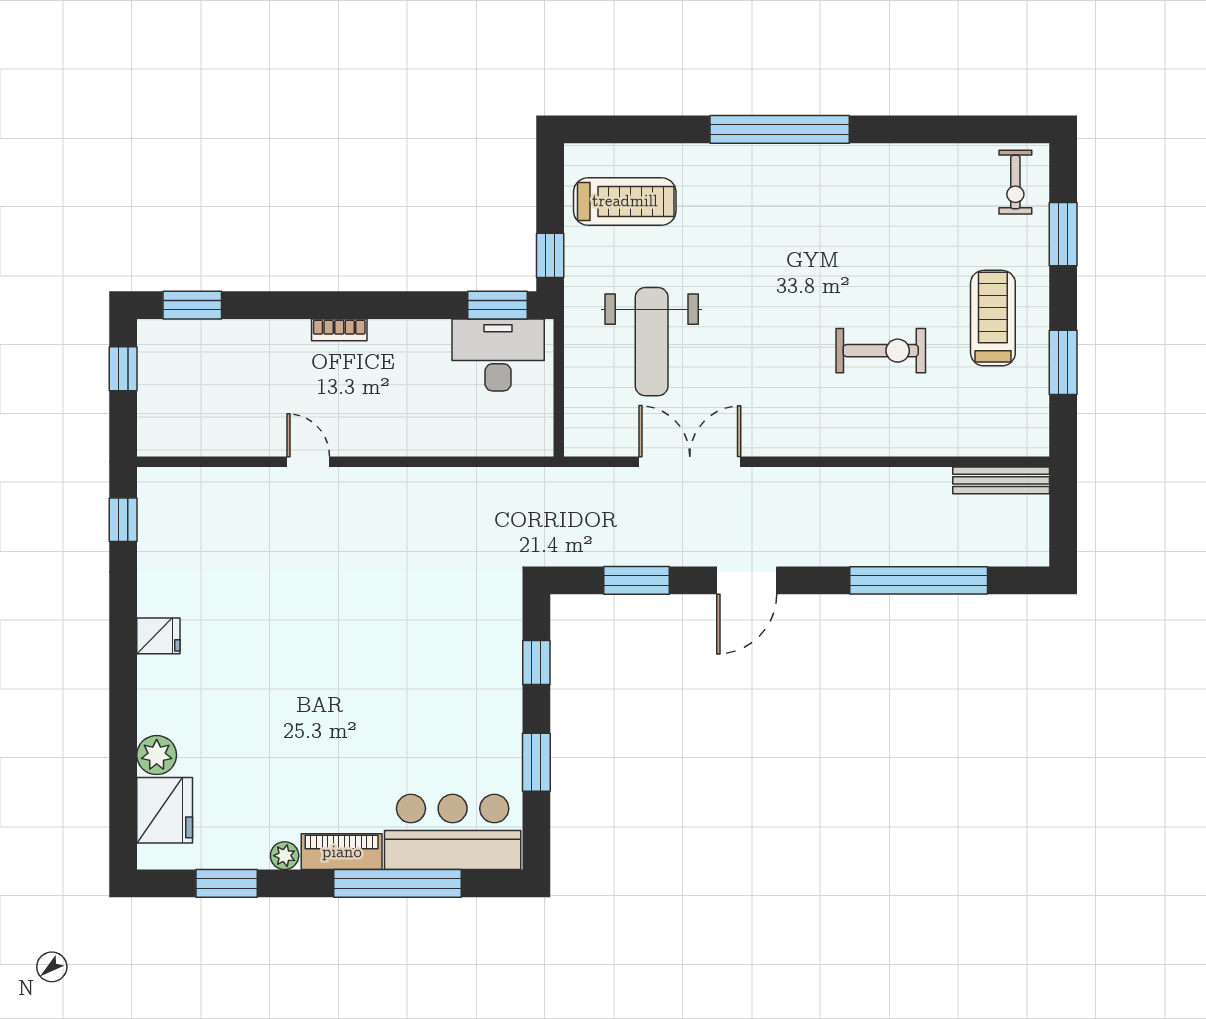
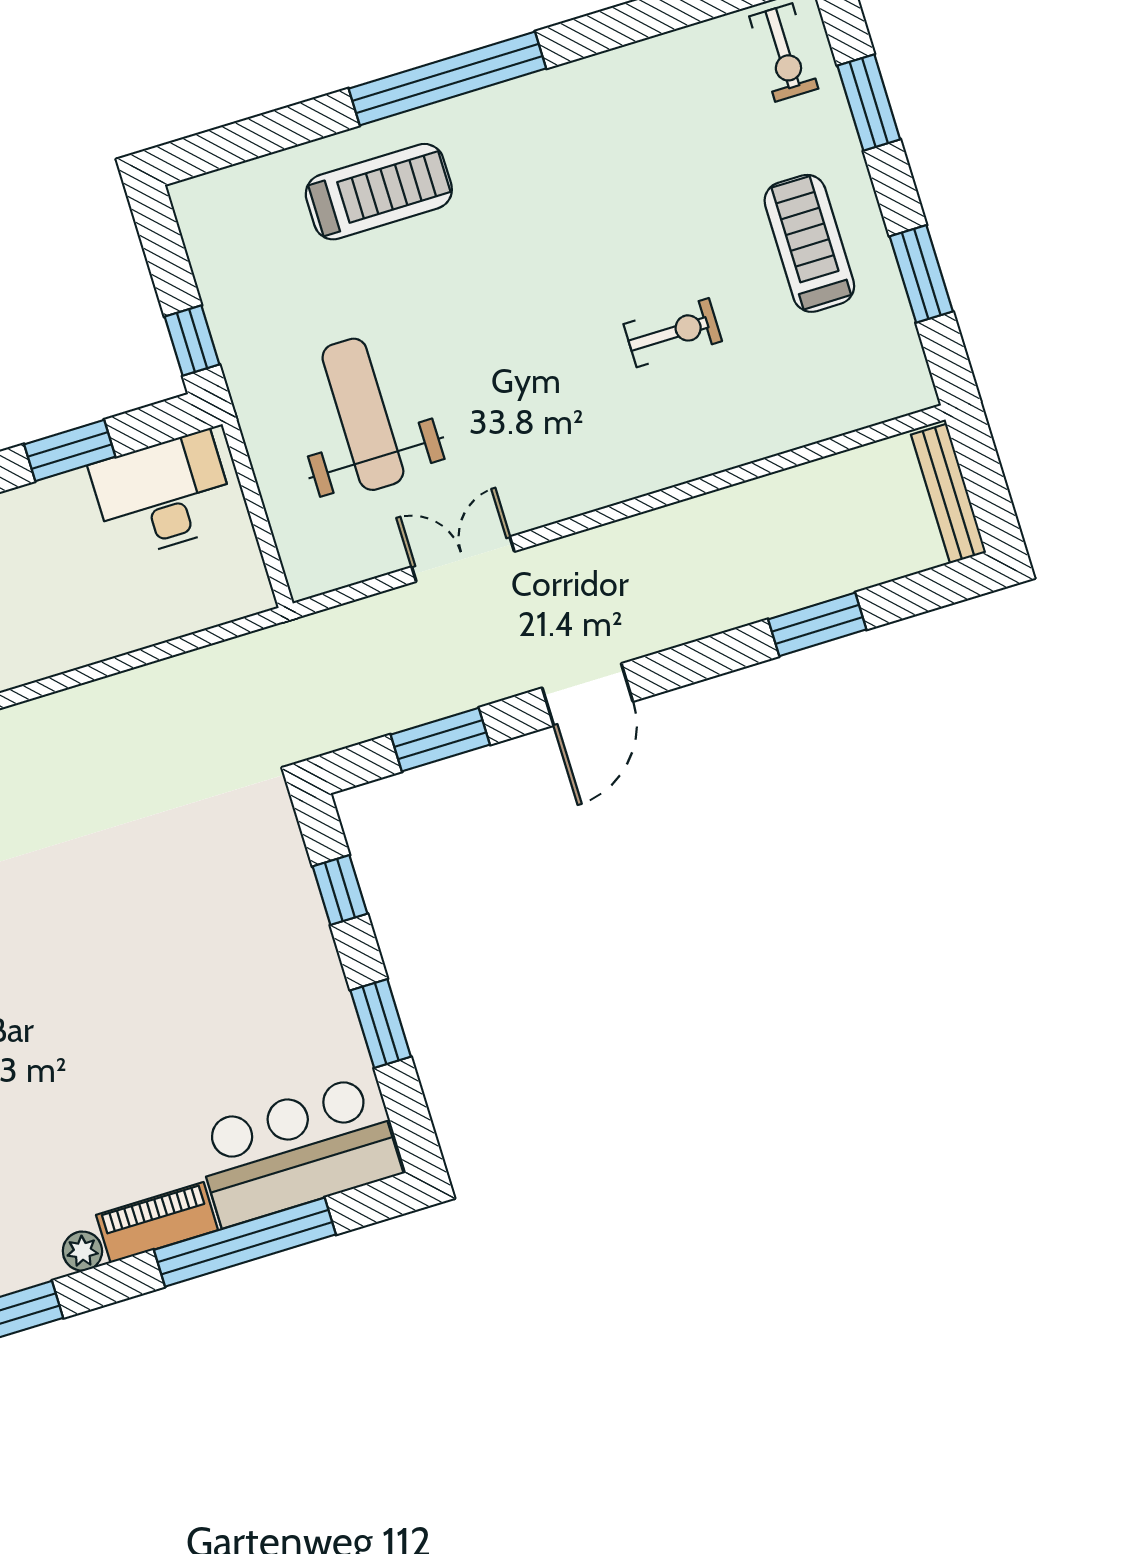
treadmill: (625, 201) -> (379, 192), moved
window: (498, 305) -> (70, 450), moved
weight bench: (652, 342) -> (363, 414), turned 180
exercise bike: (881, 351) -> (673, 333), width x0.73, depth x0.72
double door: (690, 462) -> (463, 559), width x0.73
bench: (1001, 480) -> (949, 494), moved, turned 90
window: (919, 580) -> (817, 624), width x0.47

